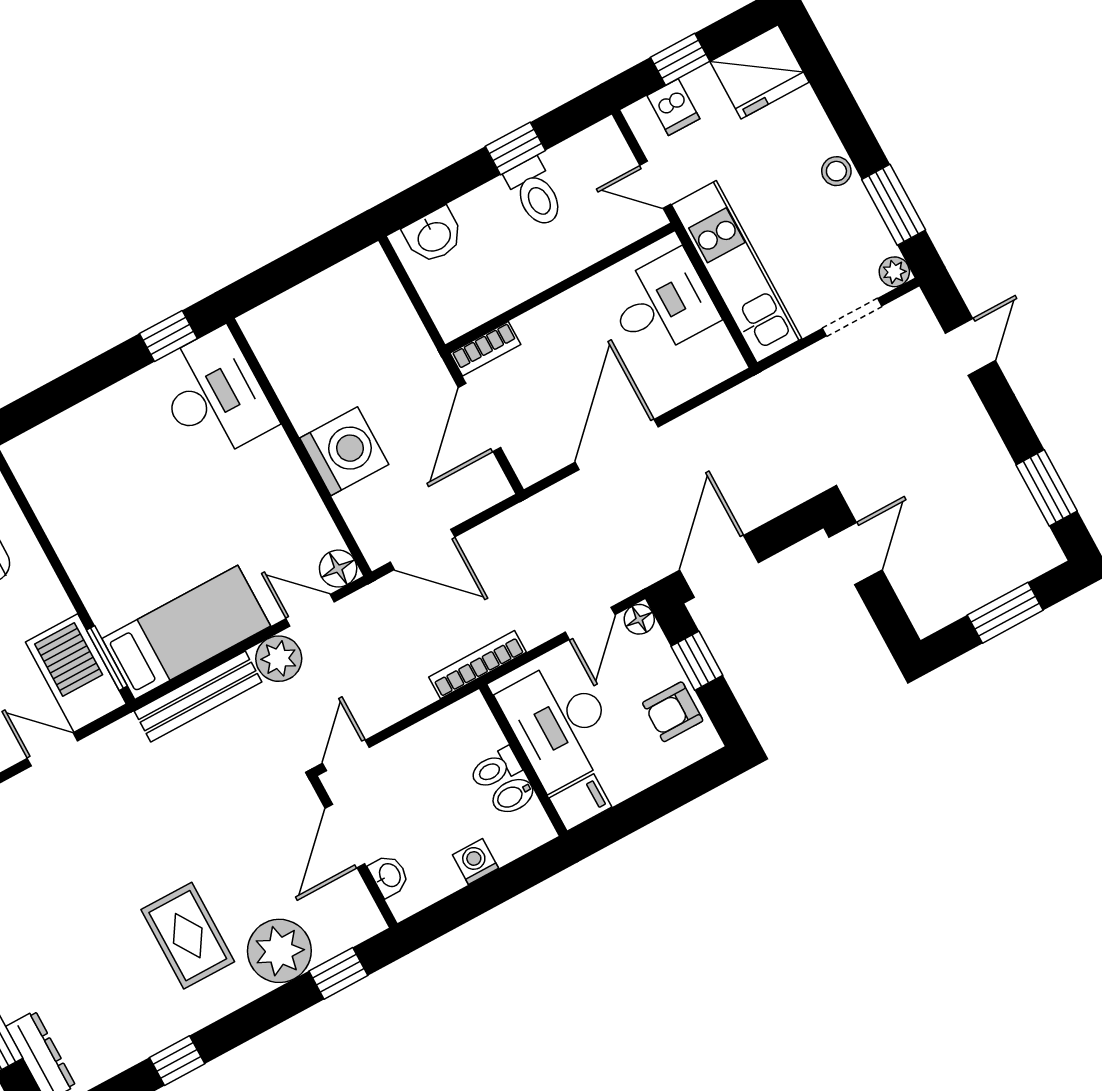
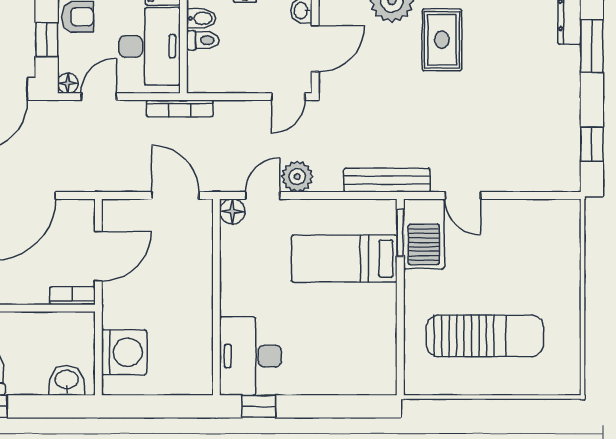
washing machine: (344, 451) -> (124, 352), moved, turned 180
door: (310, 610) -> (263, 196), swing flipped
bed: (186, 632) -> (344, 259), moved
bench: (198, 696) -> (387, 180), moved

